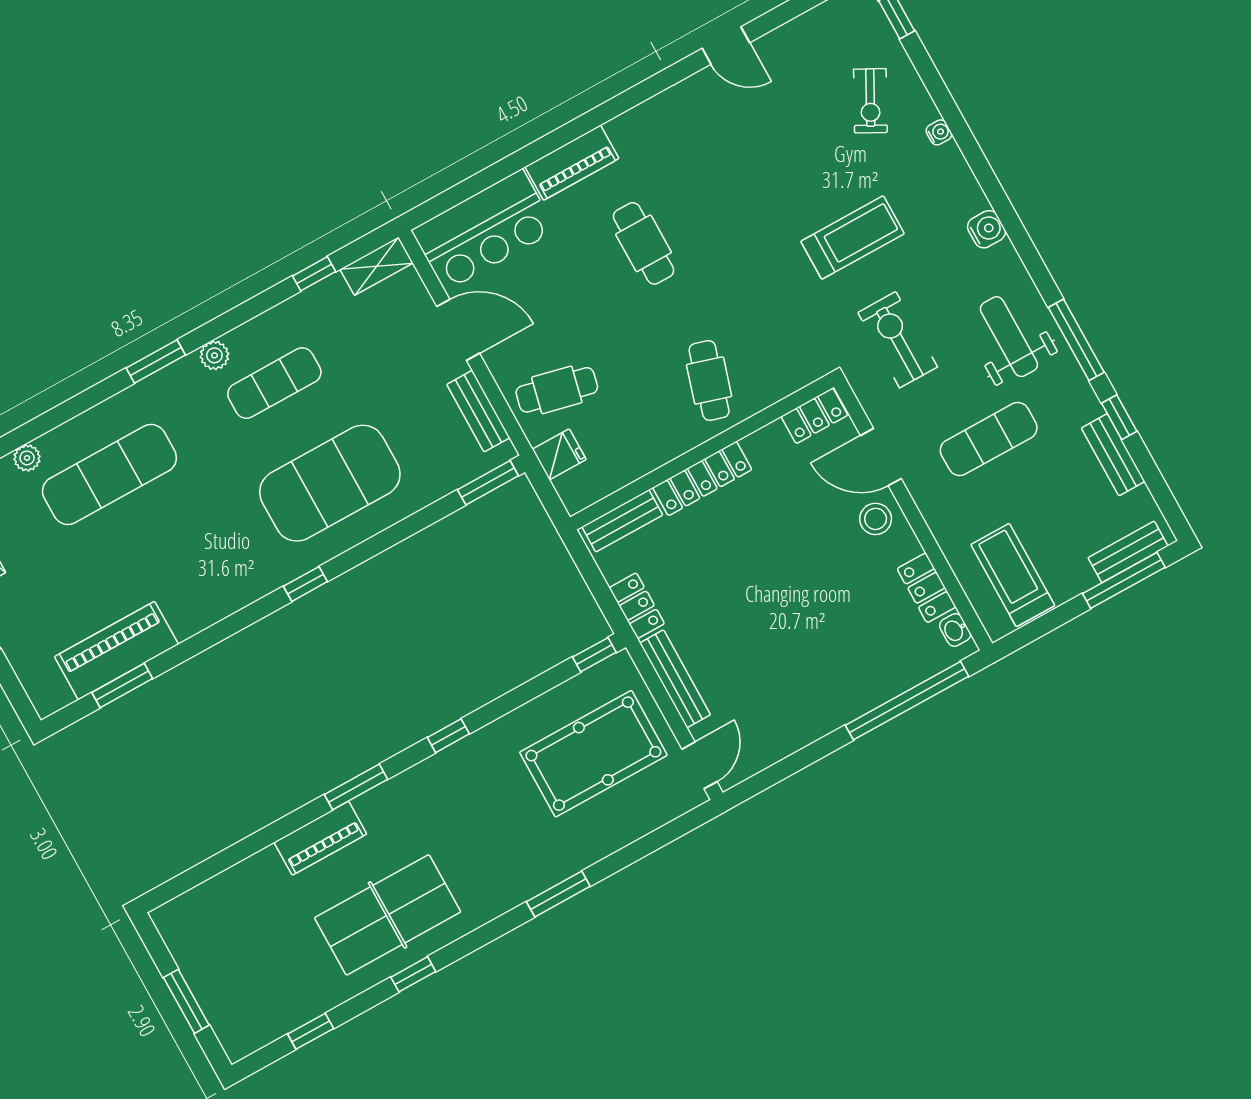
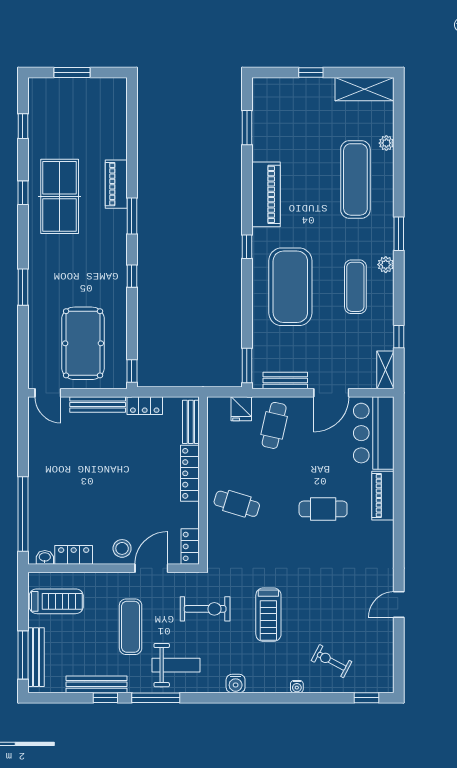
bench: (1113, 455) -> (97, 684), width x1.36
bench: (1128, 552) -> (36, 657), width x1.36
piano: (116, 650) -> (266, 194), moved

